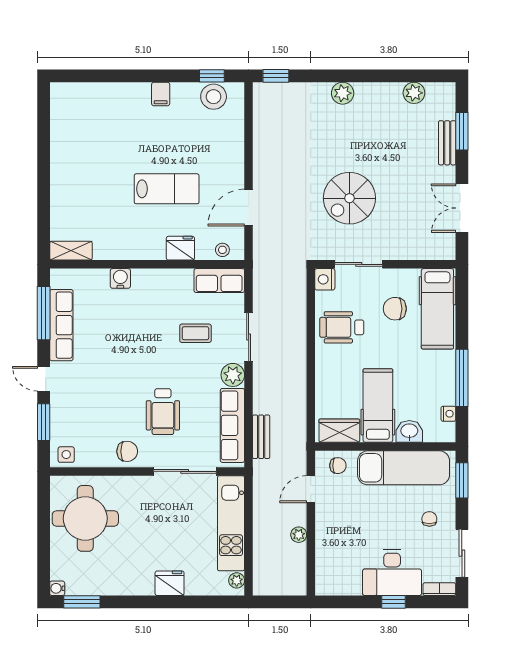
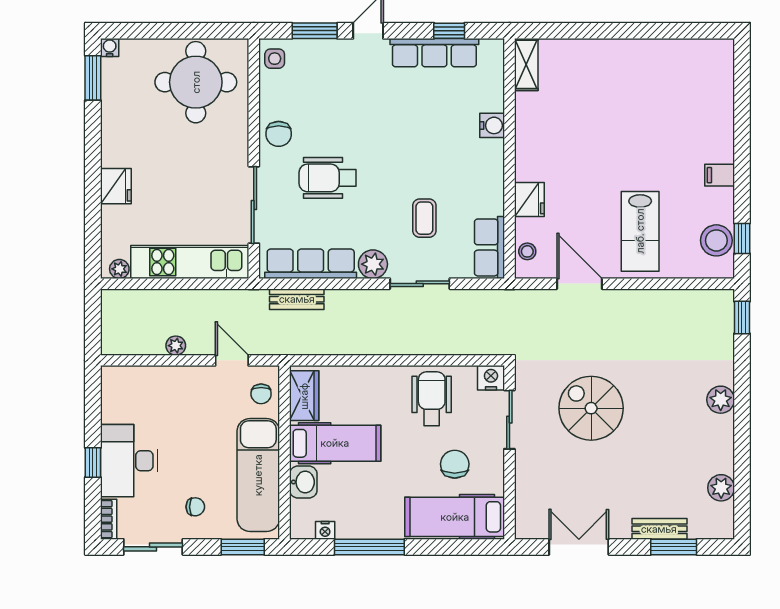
lab bench: (167, 189) -> (640, 231), moved
window: (44, 313) -> (449, 31), width x0.46

